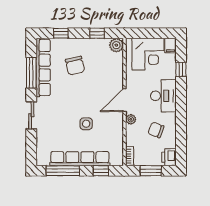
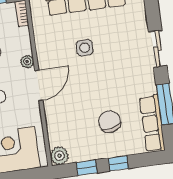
window: (61, 33) -> (118, 163), moved
row of seats: (43, 68) -> (152, 123), width x0.73

